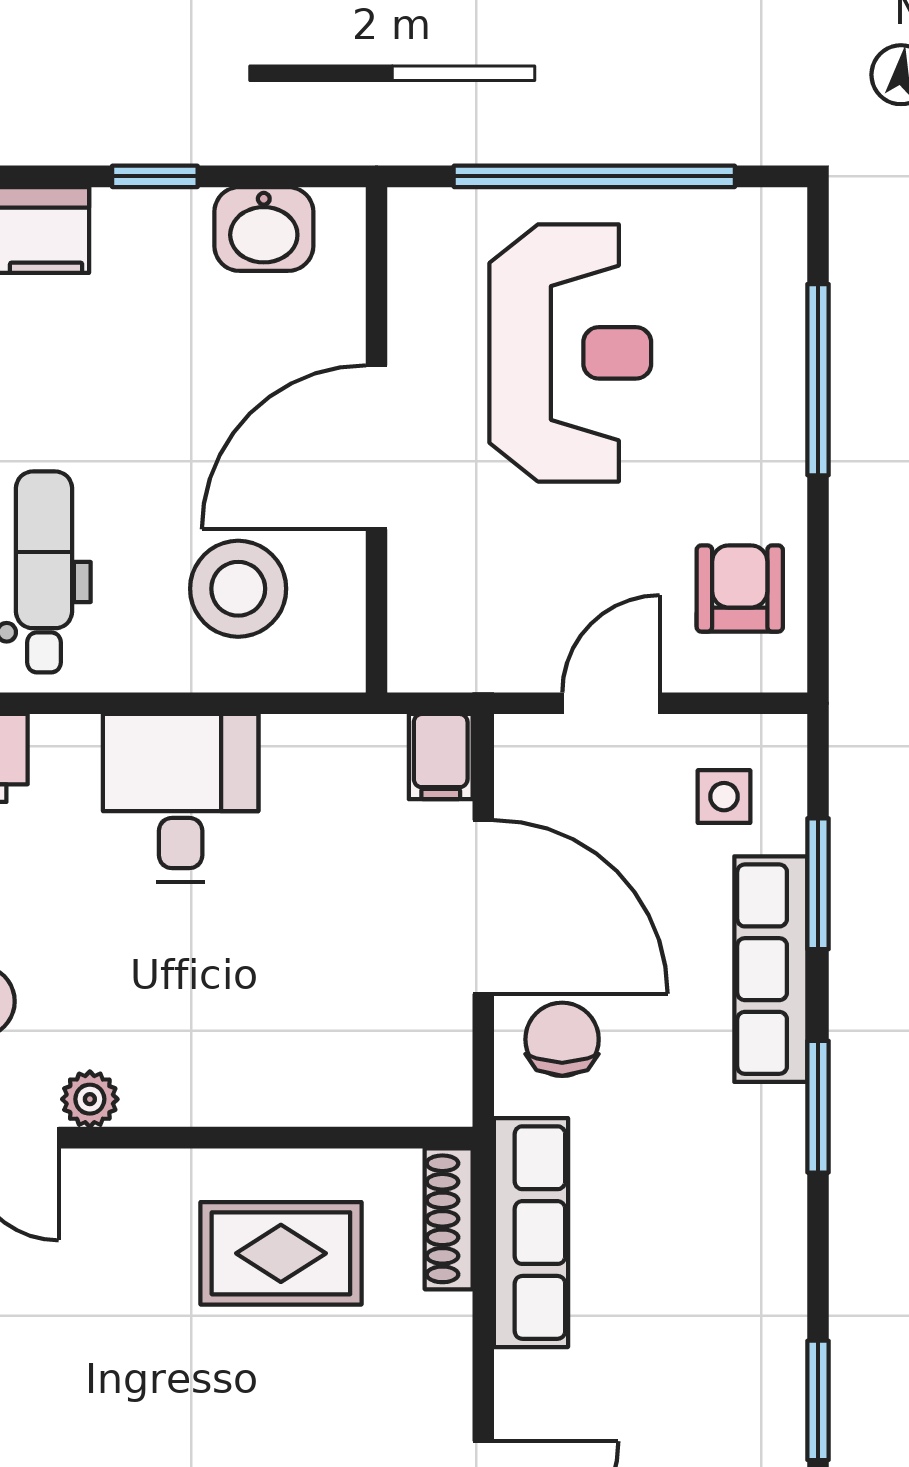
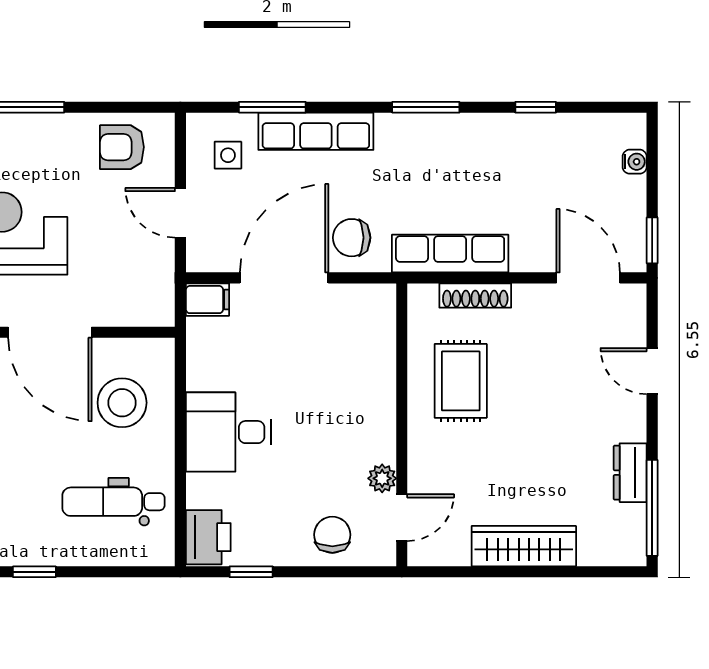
window: (818, 1107) -> (426, 107), moved
shoe rack: (449, 1219) -> (475, 295), moved
window: (818, 1400) -> (536, 107), width x0.67

